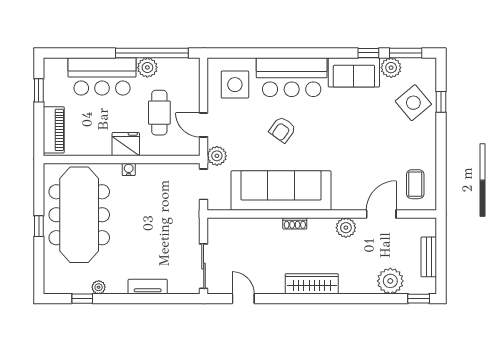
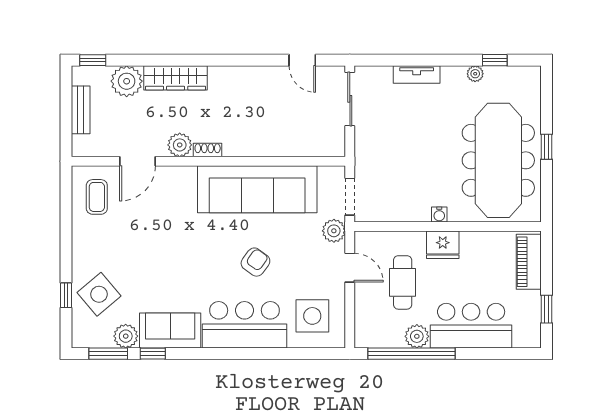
shoe rack: (295, 223) -> (208, 150), moved
wardrobe: (312, 284) -> (176, 78), moved

